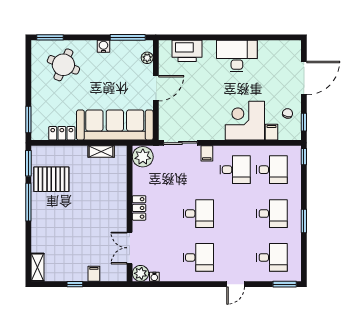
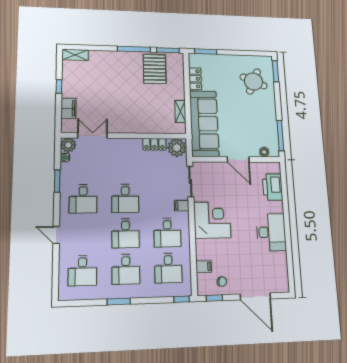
water cooler: (103, 46) -> (271, 115), removed
corner desk: (245, 121) -> (212, 220), moved
locker: (139, 208) -> (154, 144), moved
desk: (235, 214) -> (126, 233), added
filing cabinet: (94, 274) -> (68, 108), width x2.00
window: (285, 284) -> (57, 181), moved

